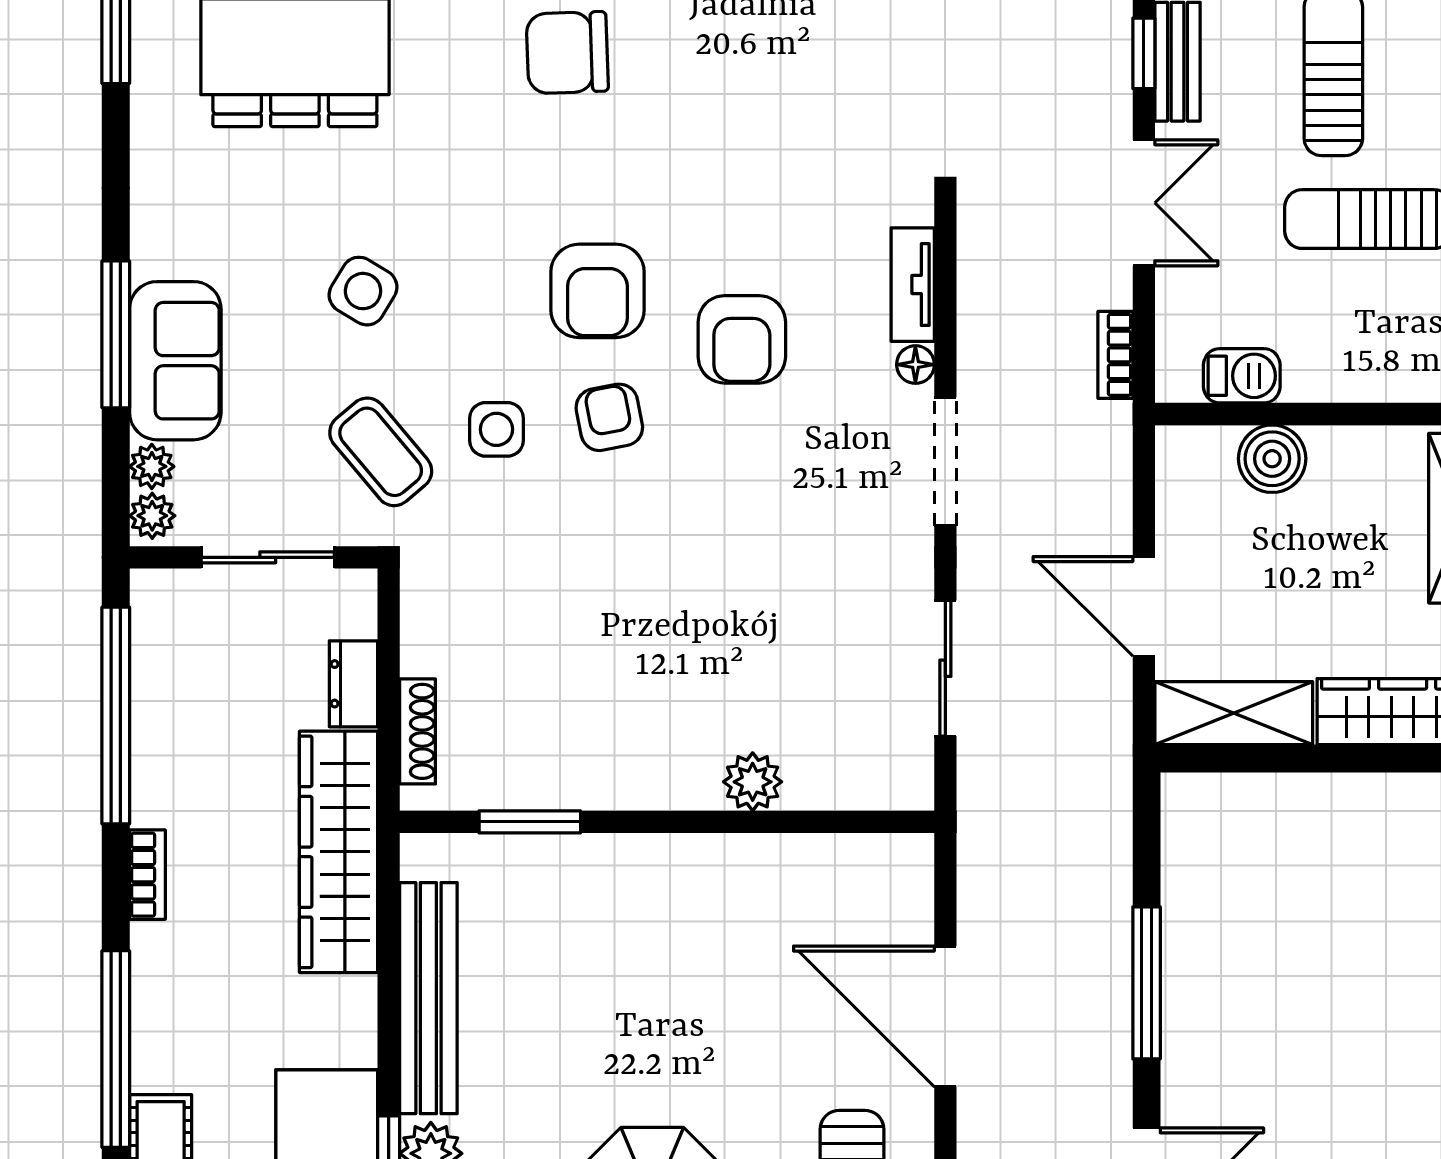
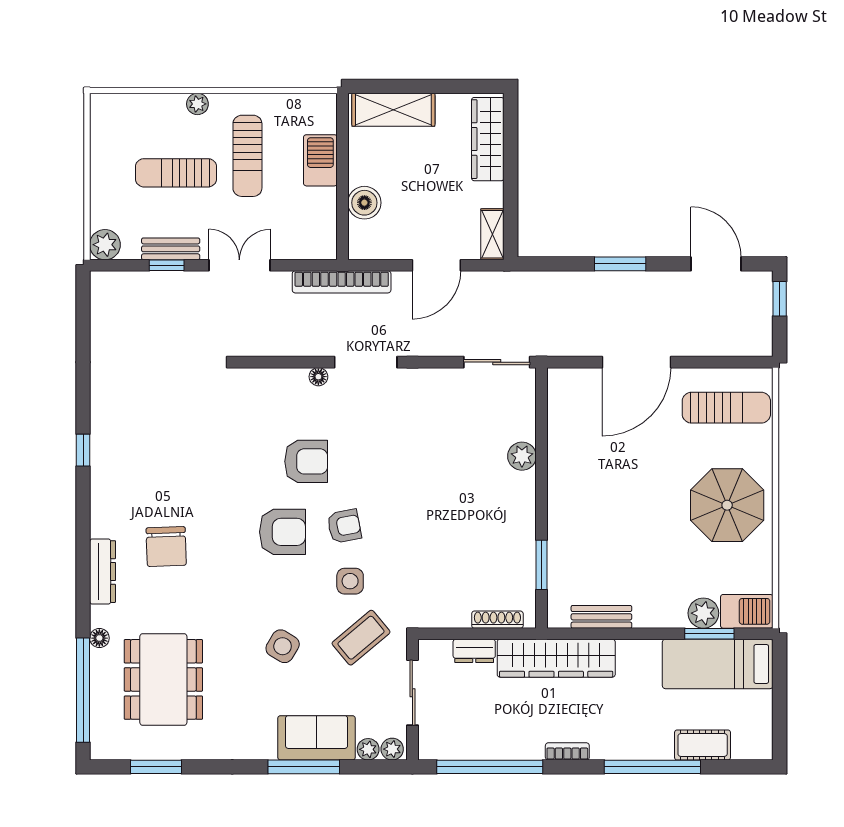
tv unit: (913, 285) -> (279, 378), removed
bookcase: (1115, 355) -> (342, 282), width x2.31, depth x1.31
barbecue: (1242, 376) -> (320, 160), moved, width x1.38, depth x1.27
armchair: (609, 417) -> (344, 526), turned 180
sliding door: (945, 668) -> (497, 362), moved
shelving: (1234, 713) -> (492, 234), width x0.67, depth x0.75
window: (1147, 983) -> (620, 264), width x0.69
bench: (428, 998) -> (601, 617), width x0.54, depth x0.82

